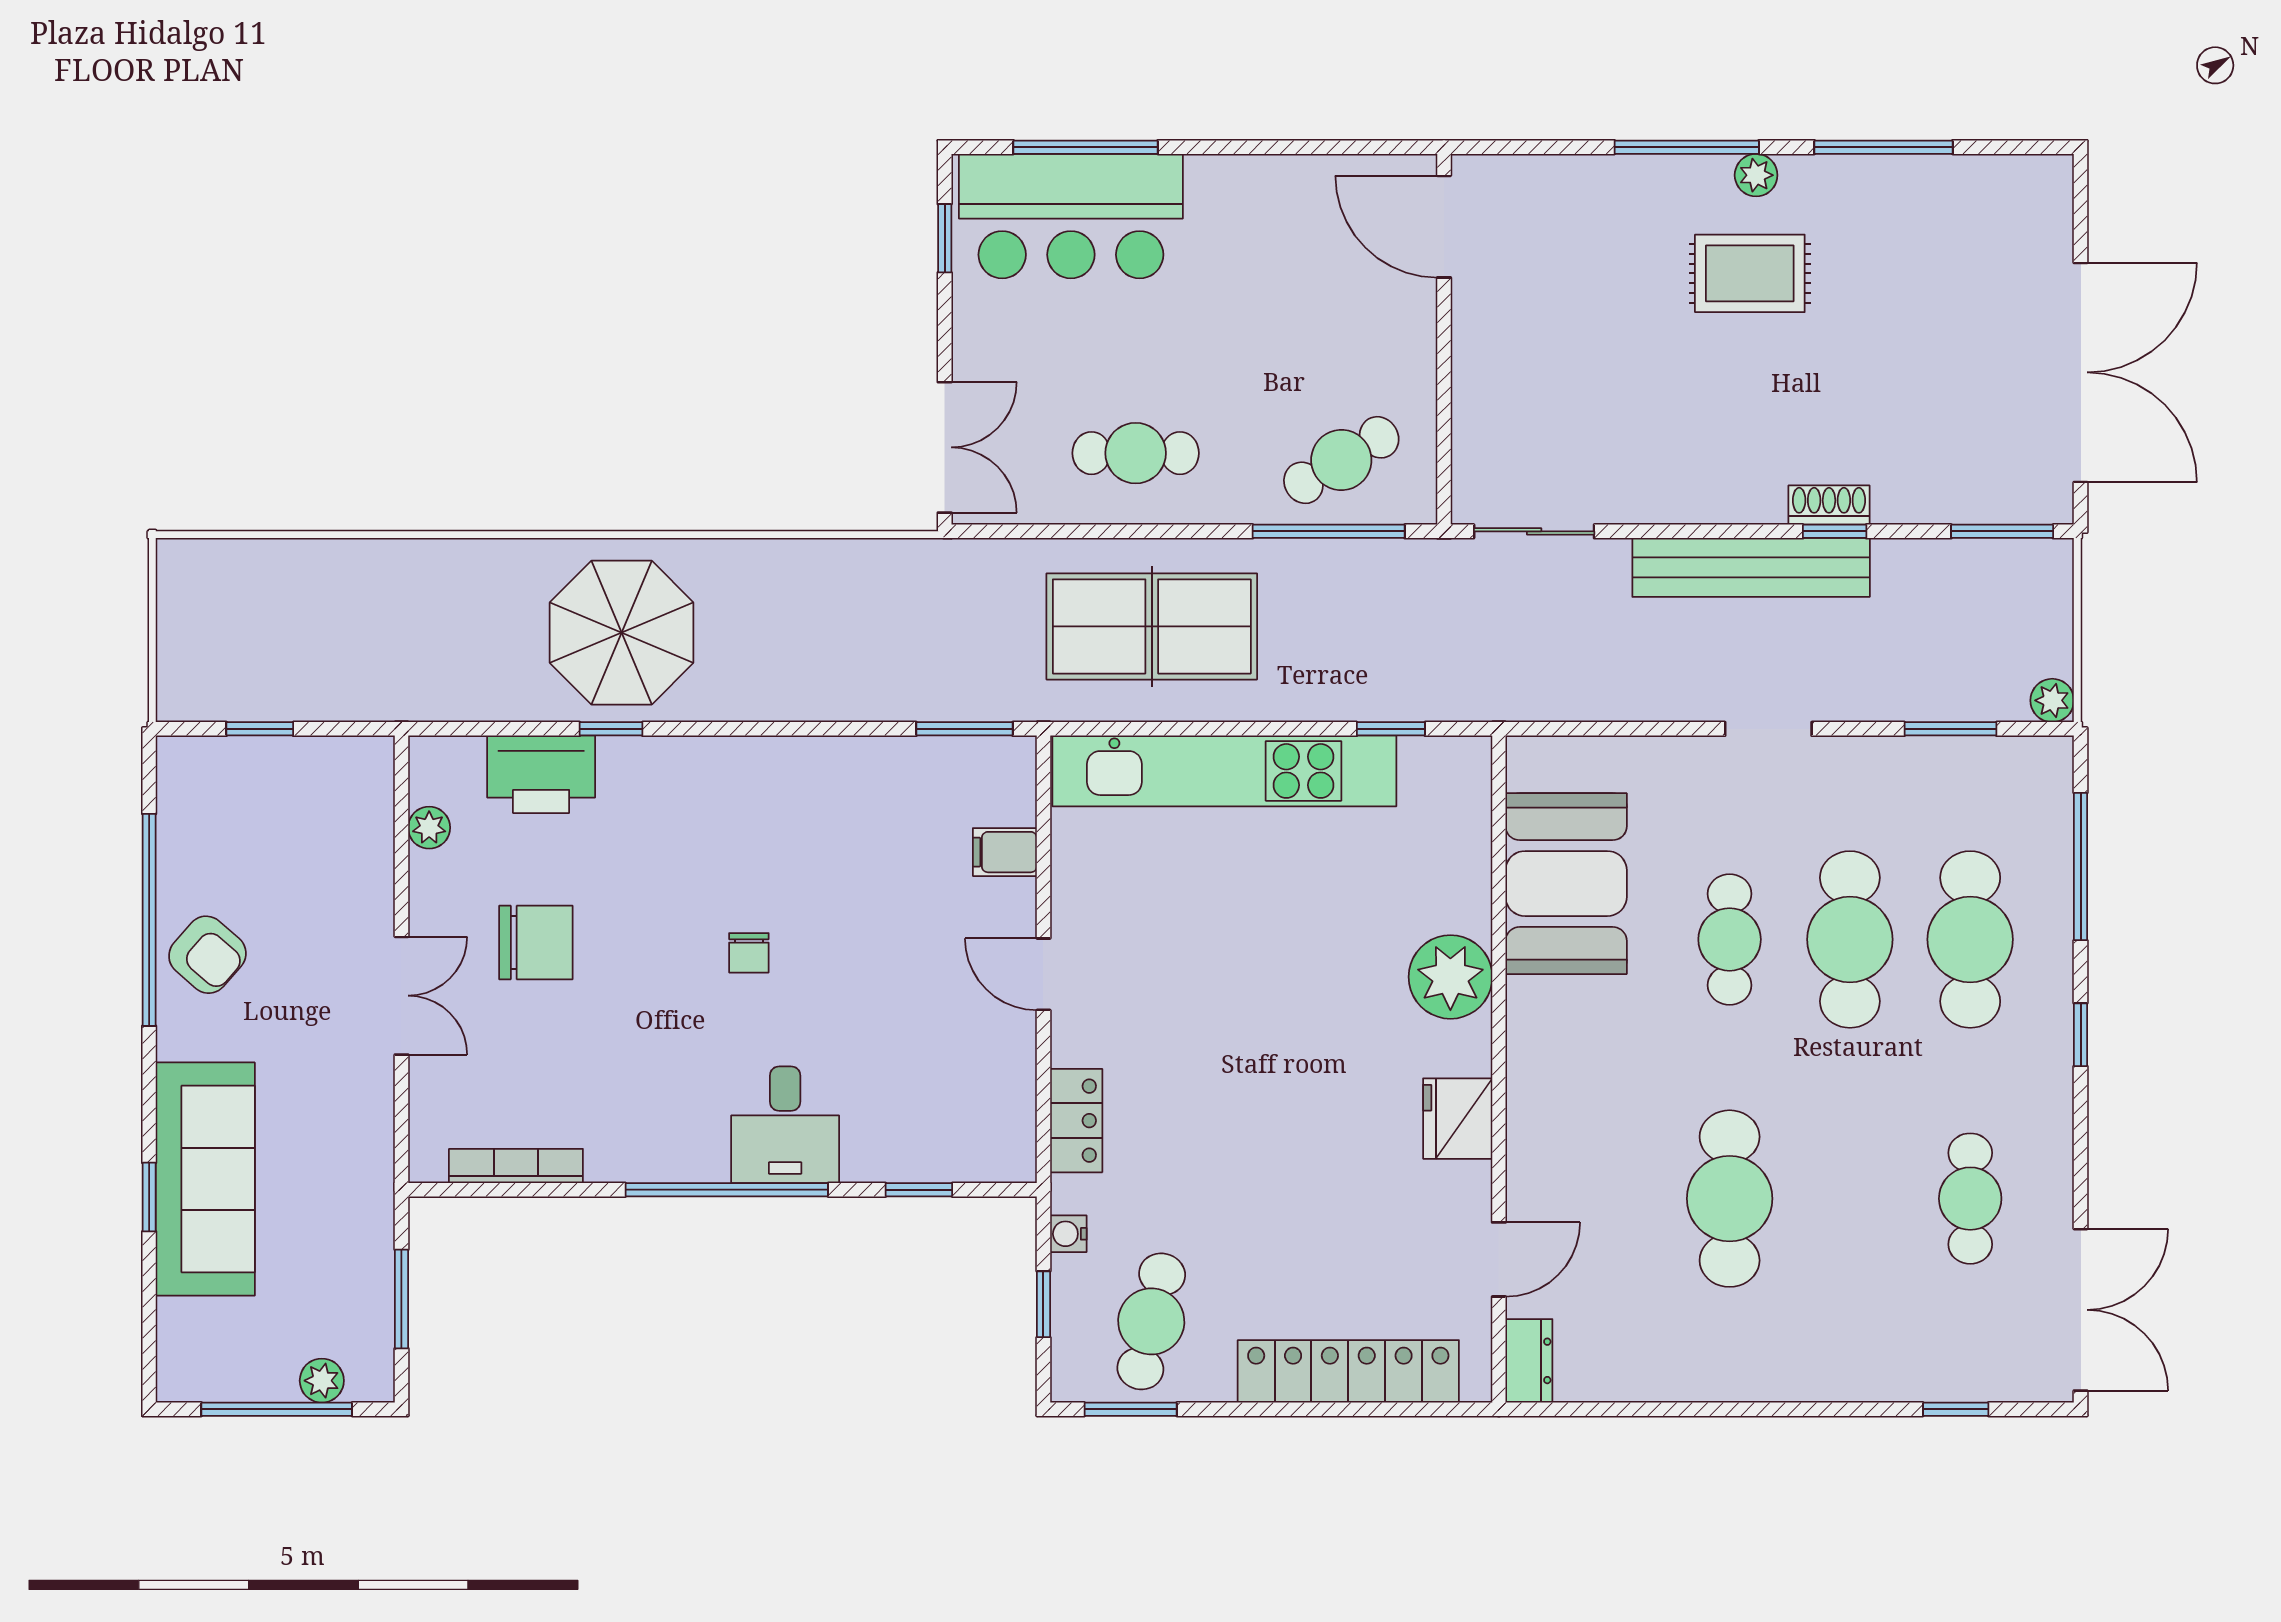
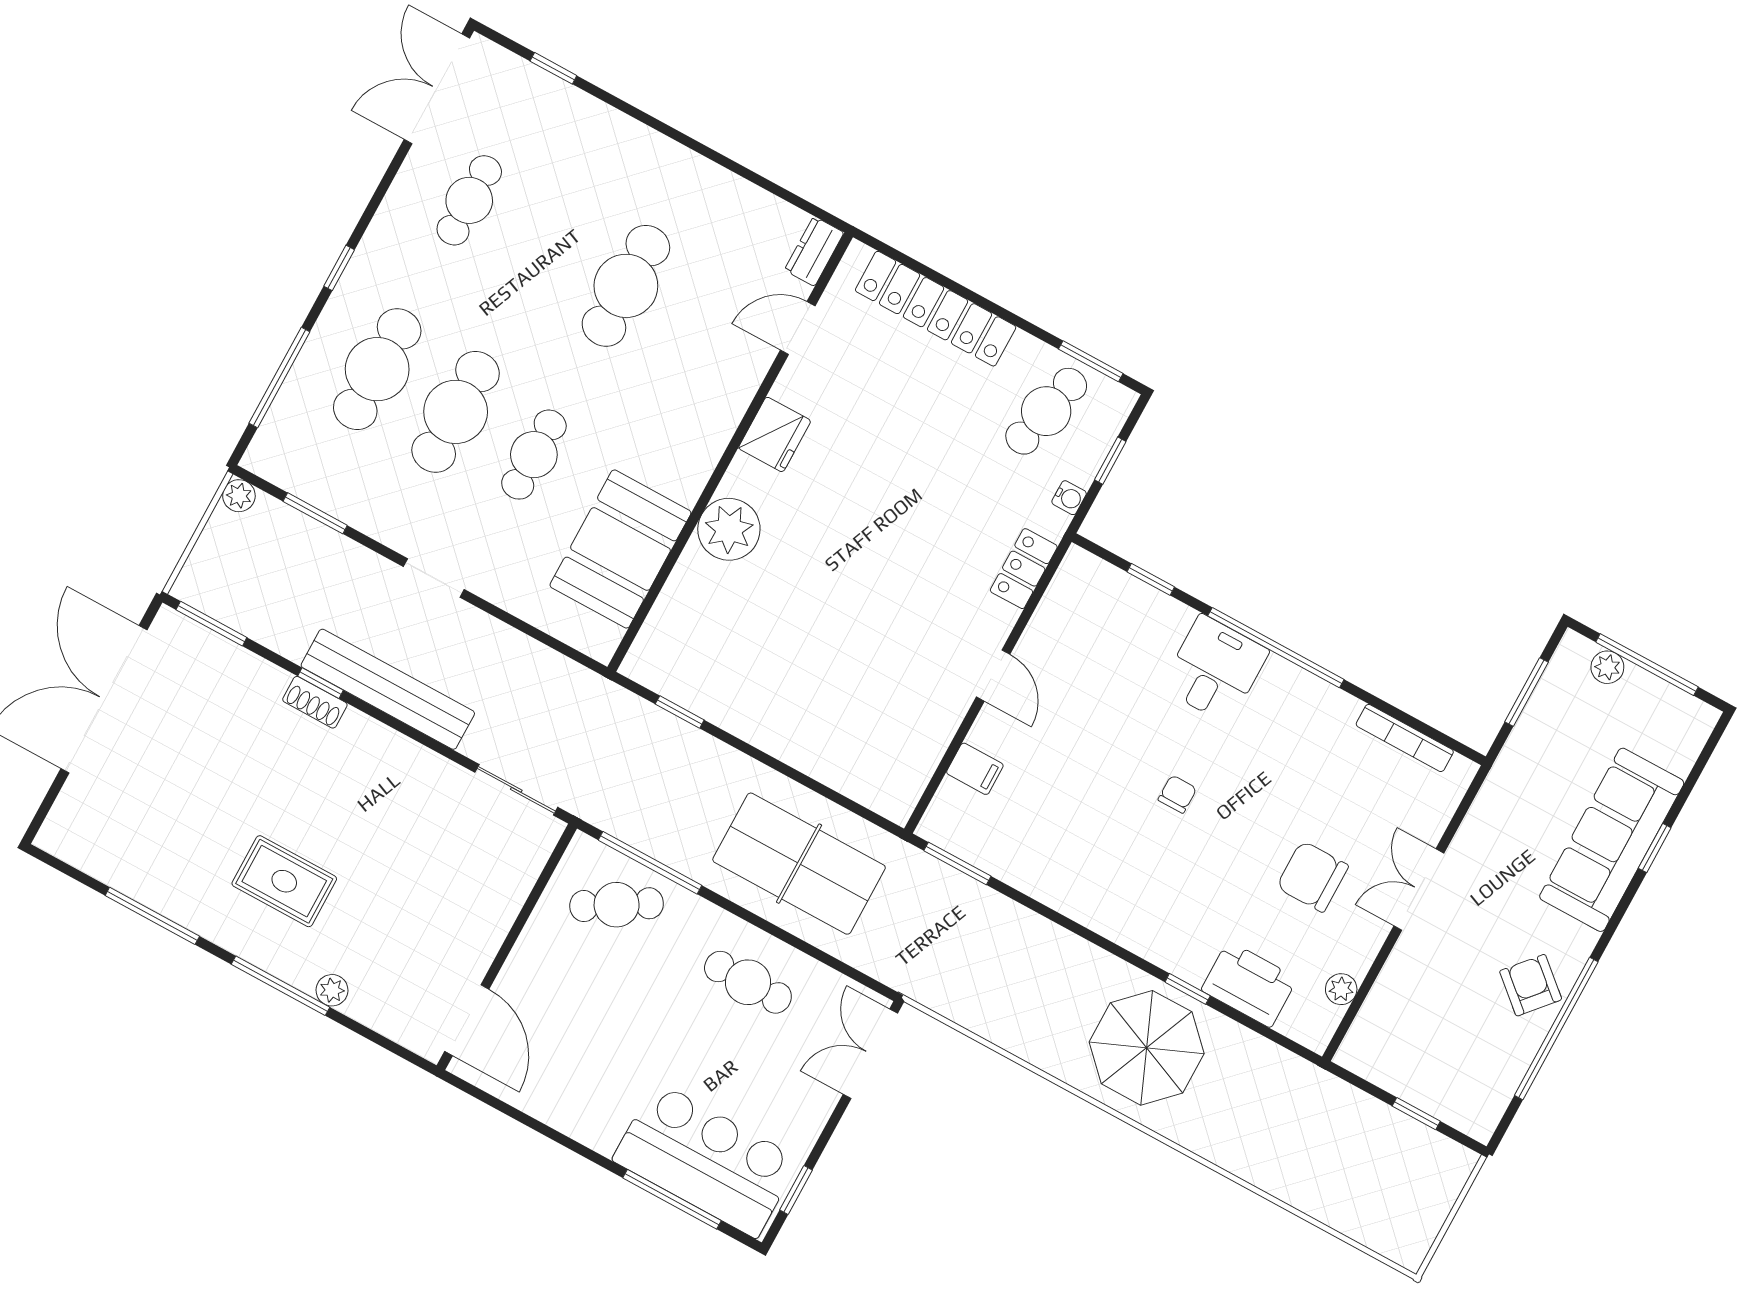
plant: (1756, 175) -> (332, 990), moved
kitchen unit: (1224, 771) -> (803, 744), removed

